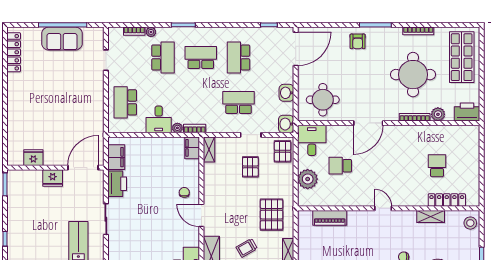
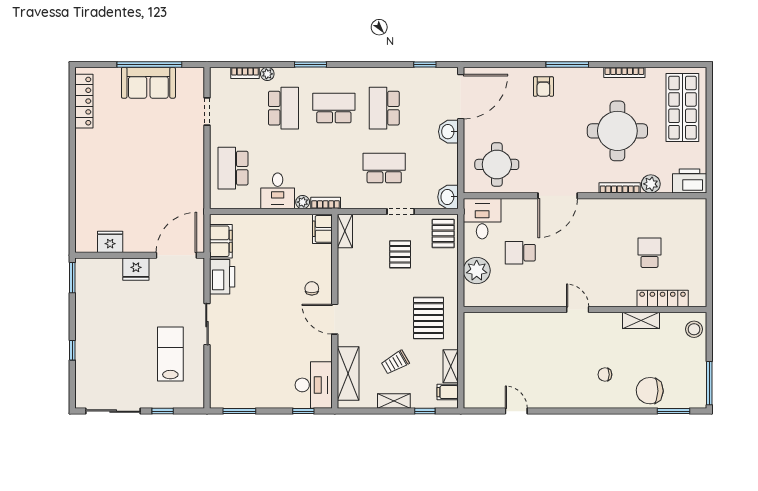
washbasin: (286, 93) -> (448, 132), moved
piano: (330, 218) -> (506, 322), removed

